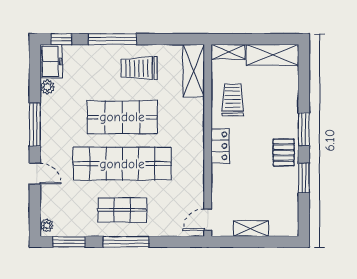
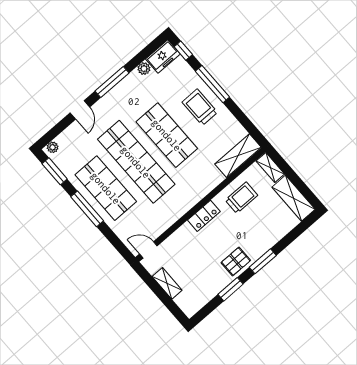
trolley: (139, 68) -> (200, 107), moved
shop shelf: (122, 210) -> (106, 188), width x1.43, depth x1.36

